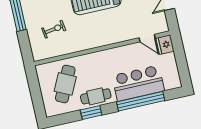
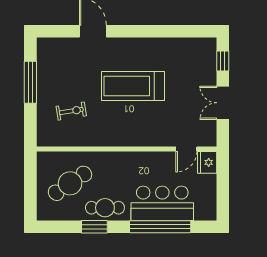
door: (147, 38) -> (186, 149), hinge flipped
cafe table: (65, 84) -> (70, 183), turned 30

